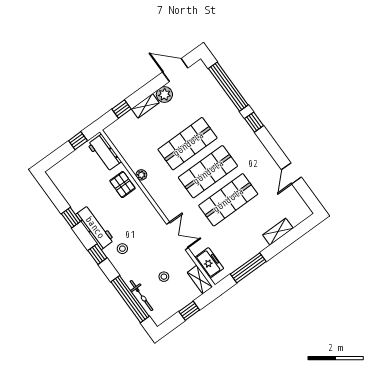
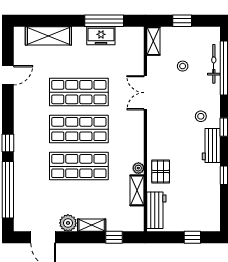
window: (78, 141) -> (192, 237), moved
shelving: (130, 157) -> (137, 190), added
workbench: (95, 227) -> (211, 145), width x0.73
shelving: (278, 232) -> (48, 36), width x1.50, depth x1.33
freezer: (209, 263) -> (101, 36), moved, turned -90

